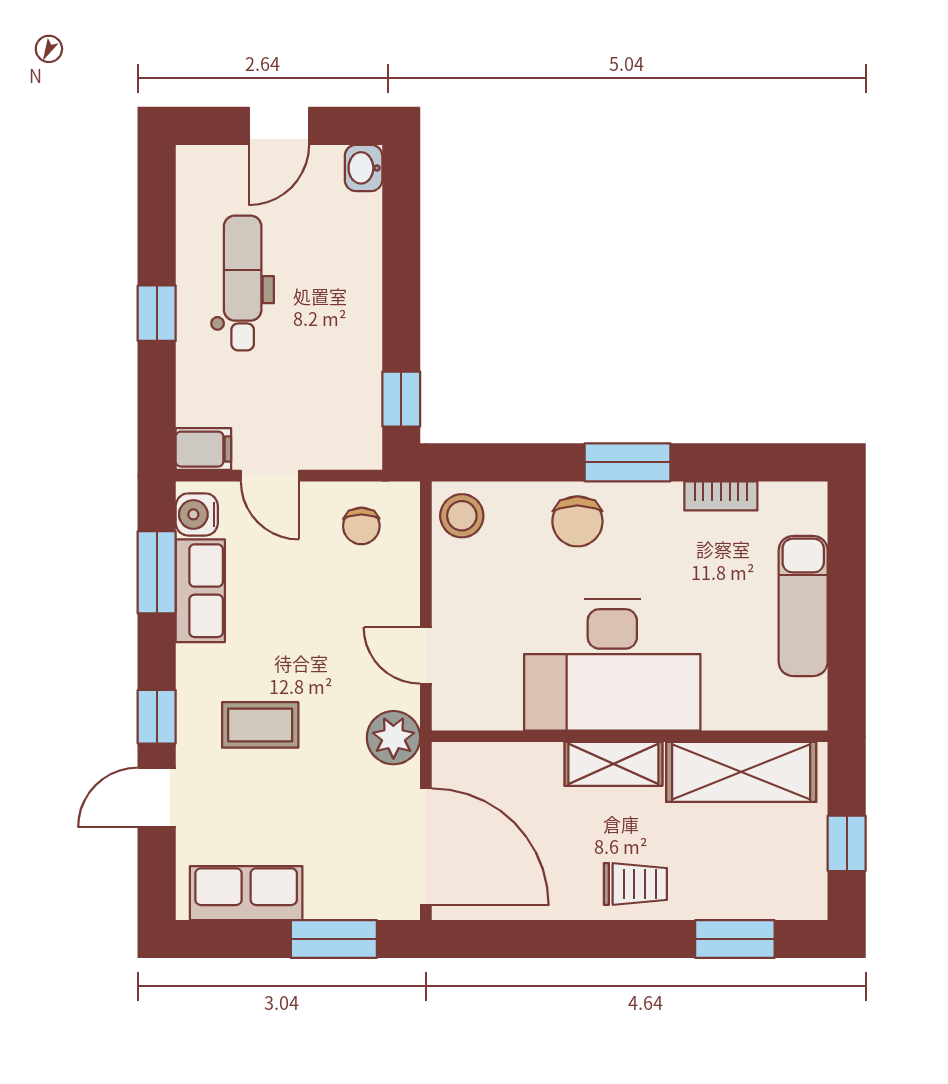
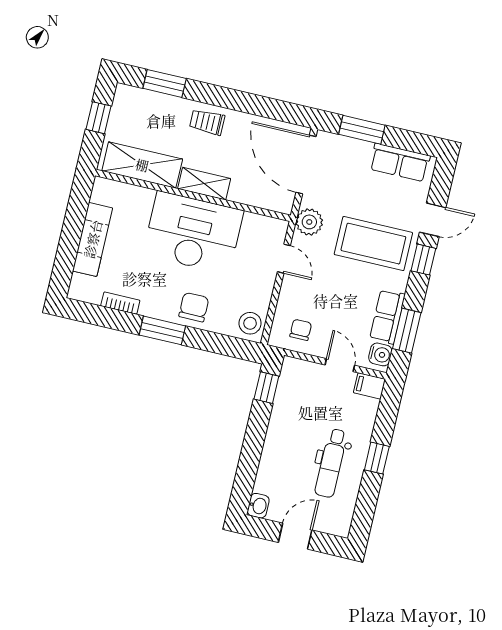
coffee table: (260, 725) -> (373, 244), width x1.86, depth x1.72

